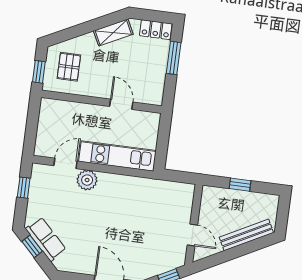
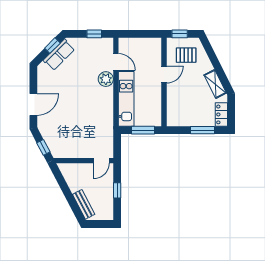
door: (121, 104) -> (164, 75), moved
window: (163, 139) -> (143, 130), added
door: (192, 235) -> (101, 161), moved
bench: (246, 235) -> (84, 204), width x0.73

